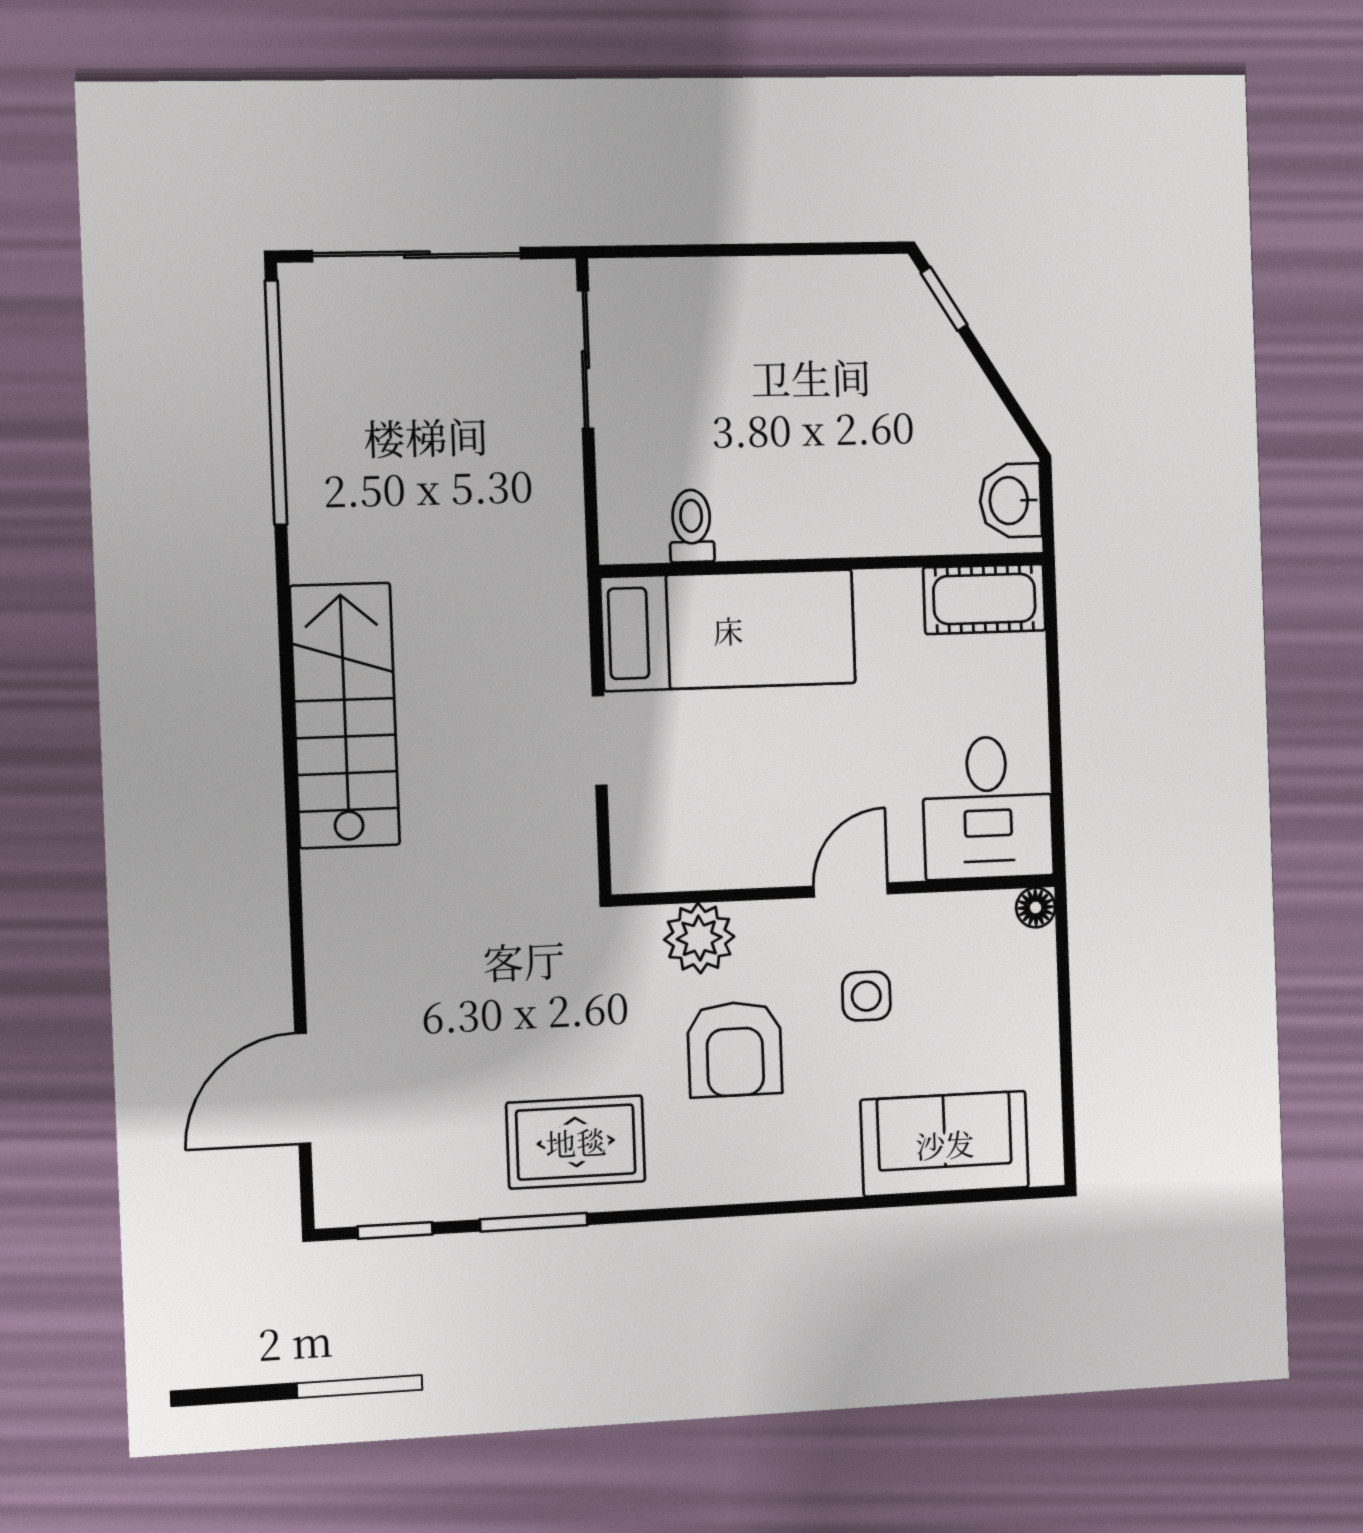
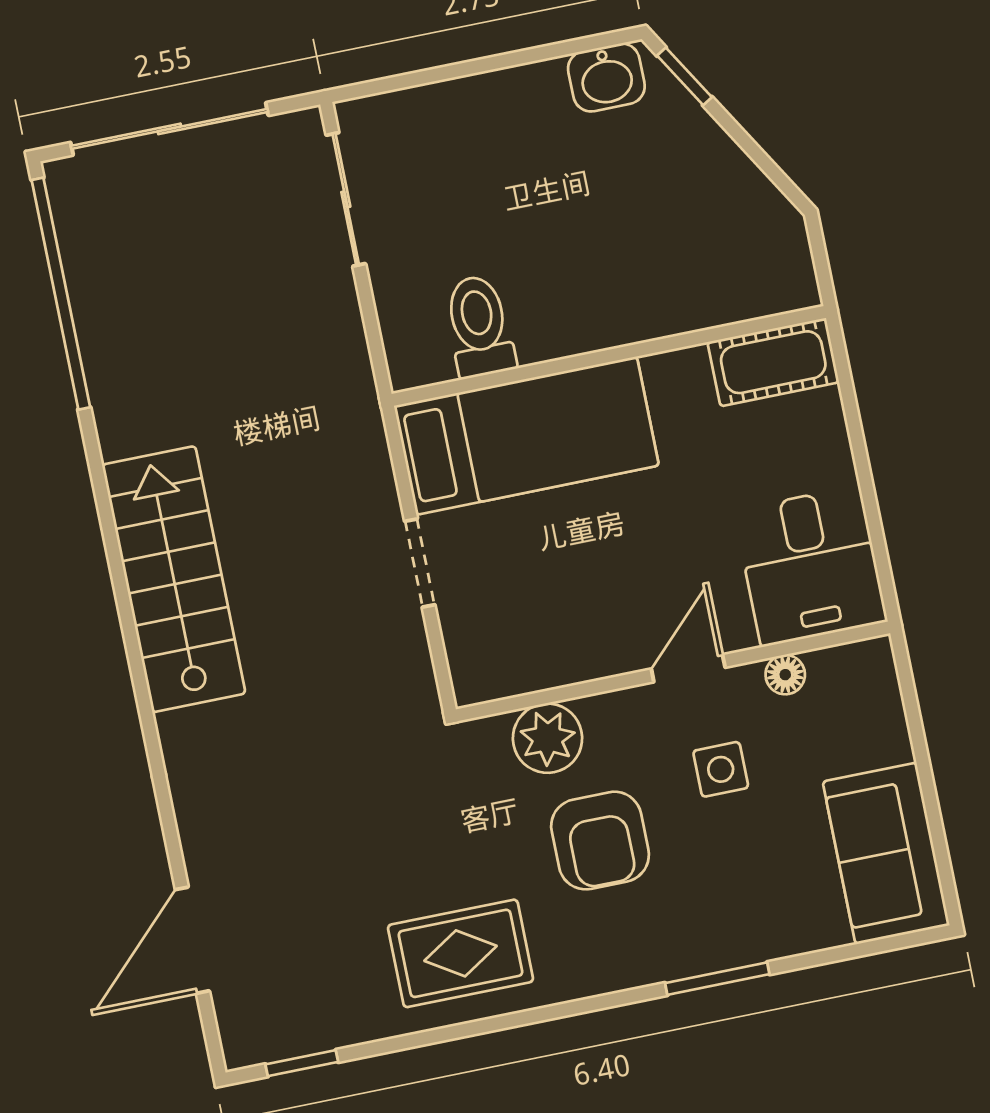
washbasin: (1011, 501) -> (606, 77), moved, turned -90
toilet: (691, 526) -> (479, 326), width x1.37, depth x1.39
floor lamp: (1036, 908) -> (785, 675), moved
sofa: (945, 1144) -> (886, 853), moved, turned -90
window: (534, 1222) -> (717, 979), moved

